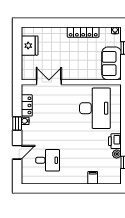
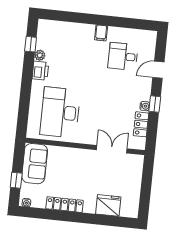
fridge: (30, 46) -> (108, 205), moved, turned 90
double door: (49, 82) -> (112, 149), swing flipped
filing cabinet: (93, 178) -> (101, 33), moved

